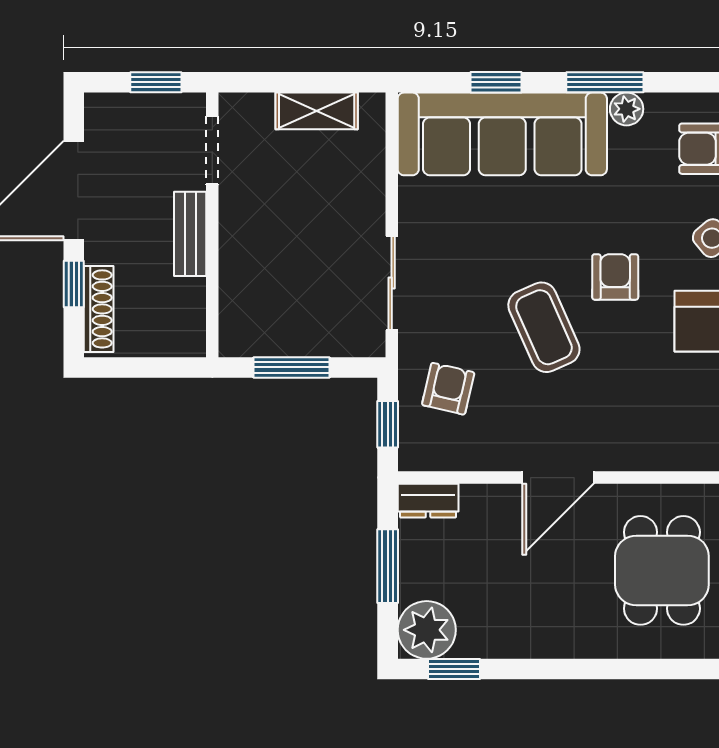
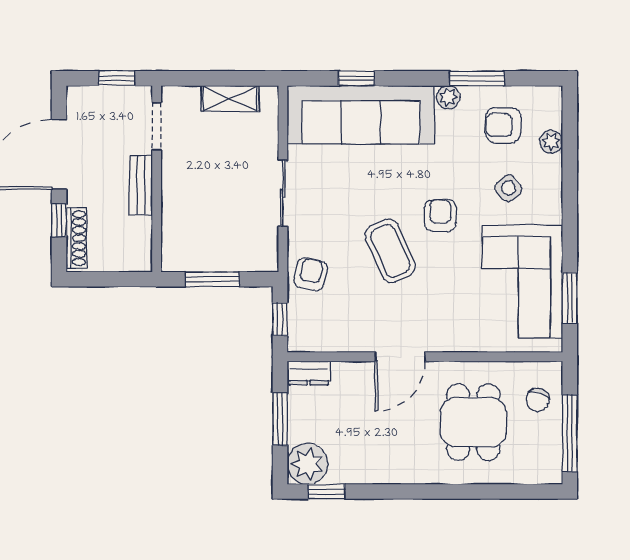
window: (605, 82) -> (477, 78), moved
sliding door: (392, 283) -> (283, 193), moved
armchair: (448, 389) -> (311, 274), moved

